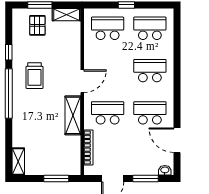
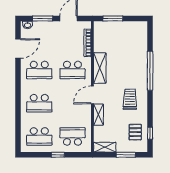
pallet: (37, 25) -> (135, 132), moved
school desk: (108, 28) -> (72, 136), turned 180
window: (9, 52) -> (150, 133), moved
window: (9, 94) -> (150, 71), moved
door: (177, 140) -> (18, 49), hinge flipped
shelving: (18, 162) -> (98, 115), moved

